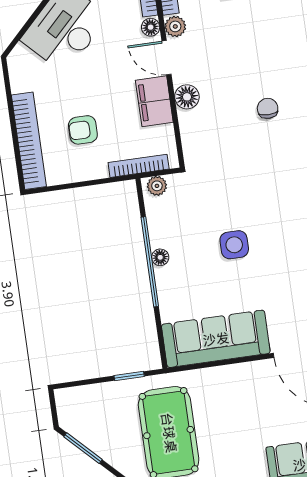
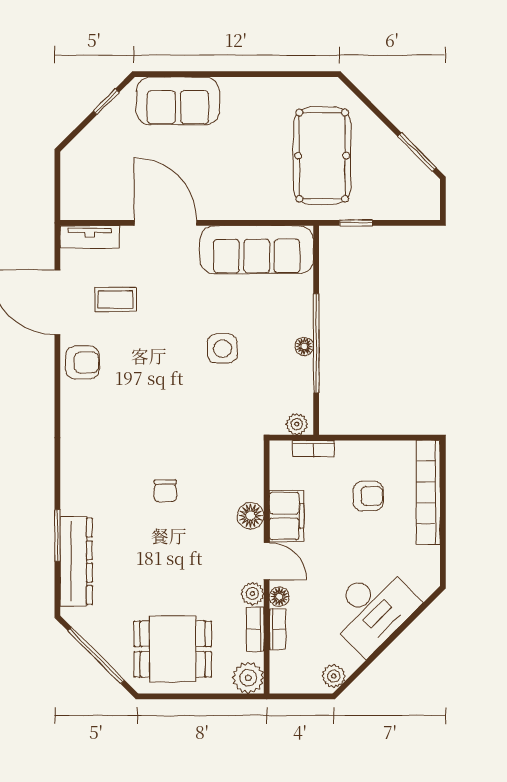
bookcase: (139, 166) -> (314, 449), width x0.64

